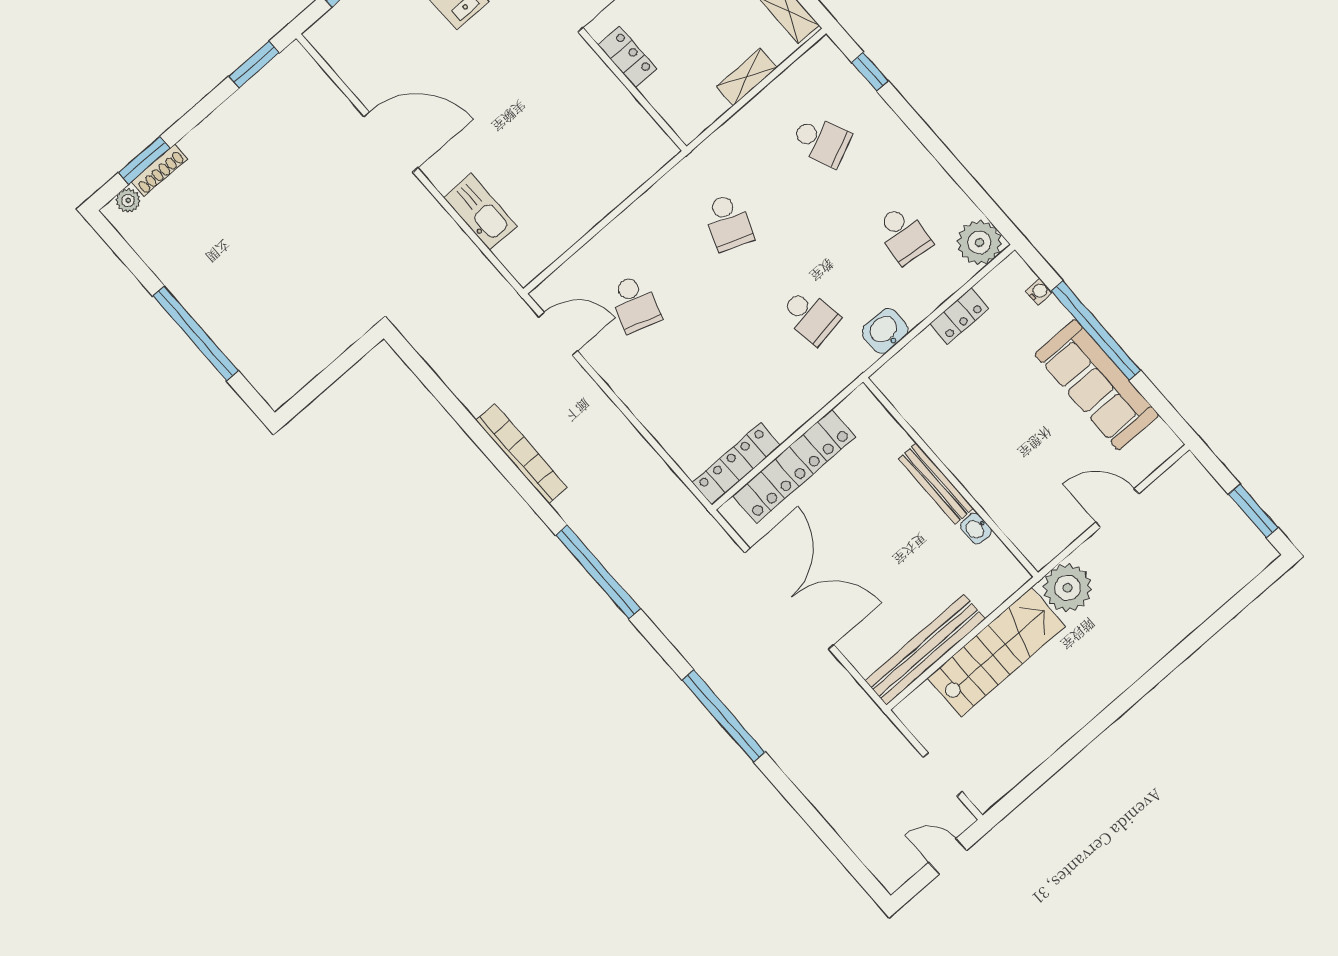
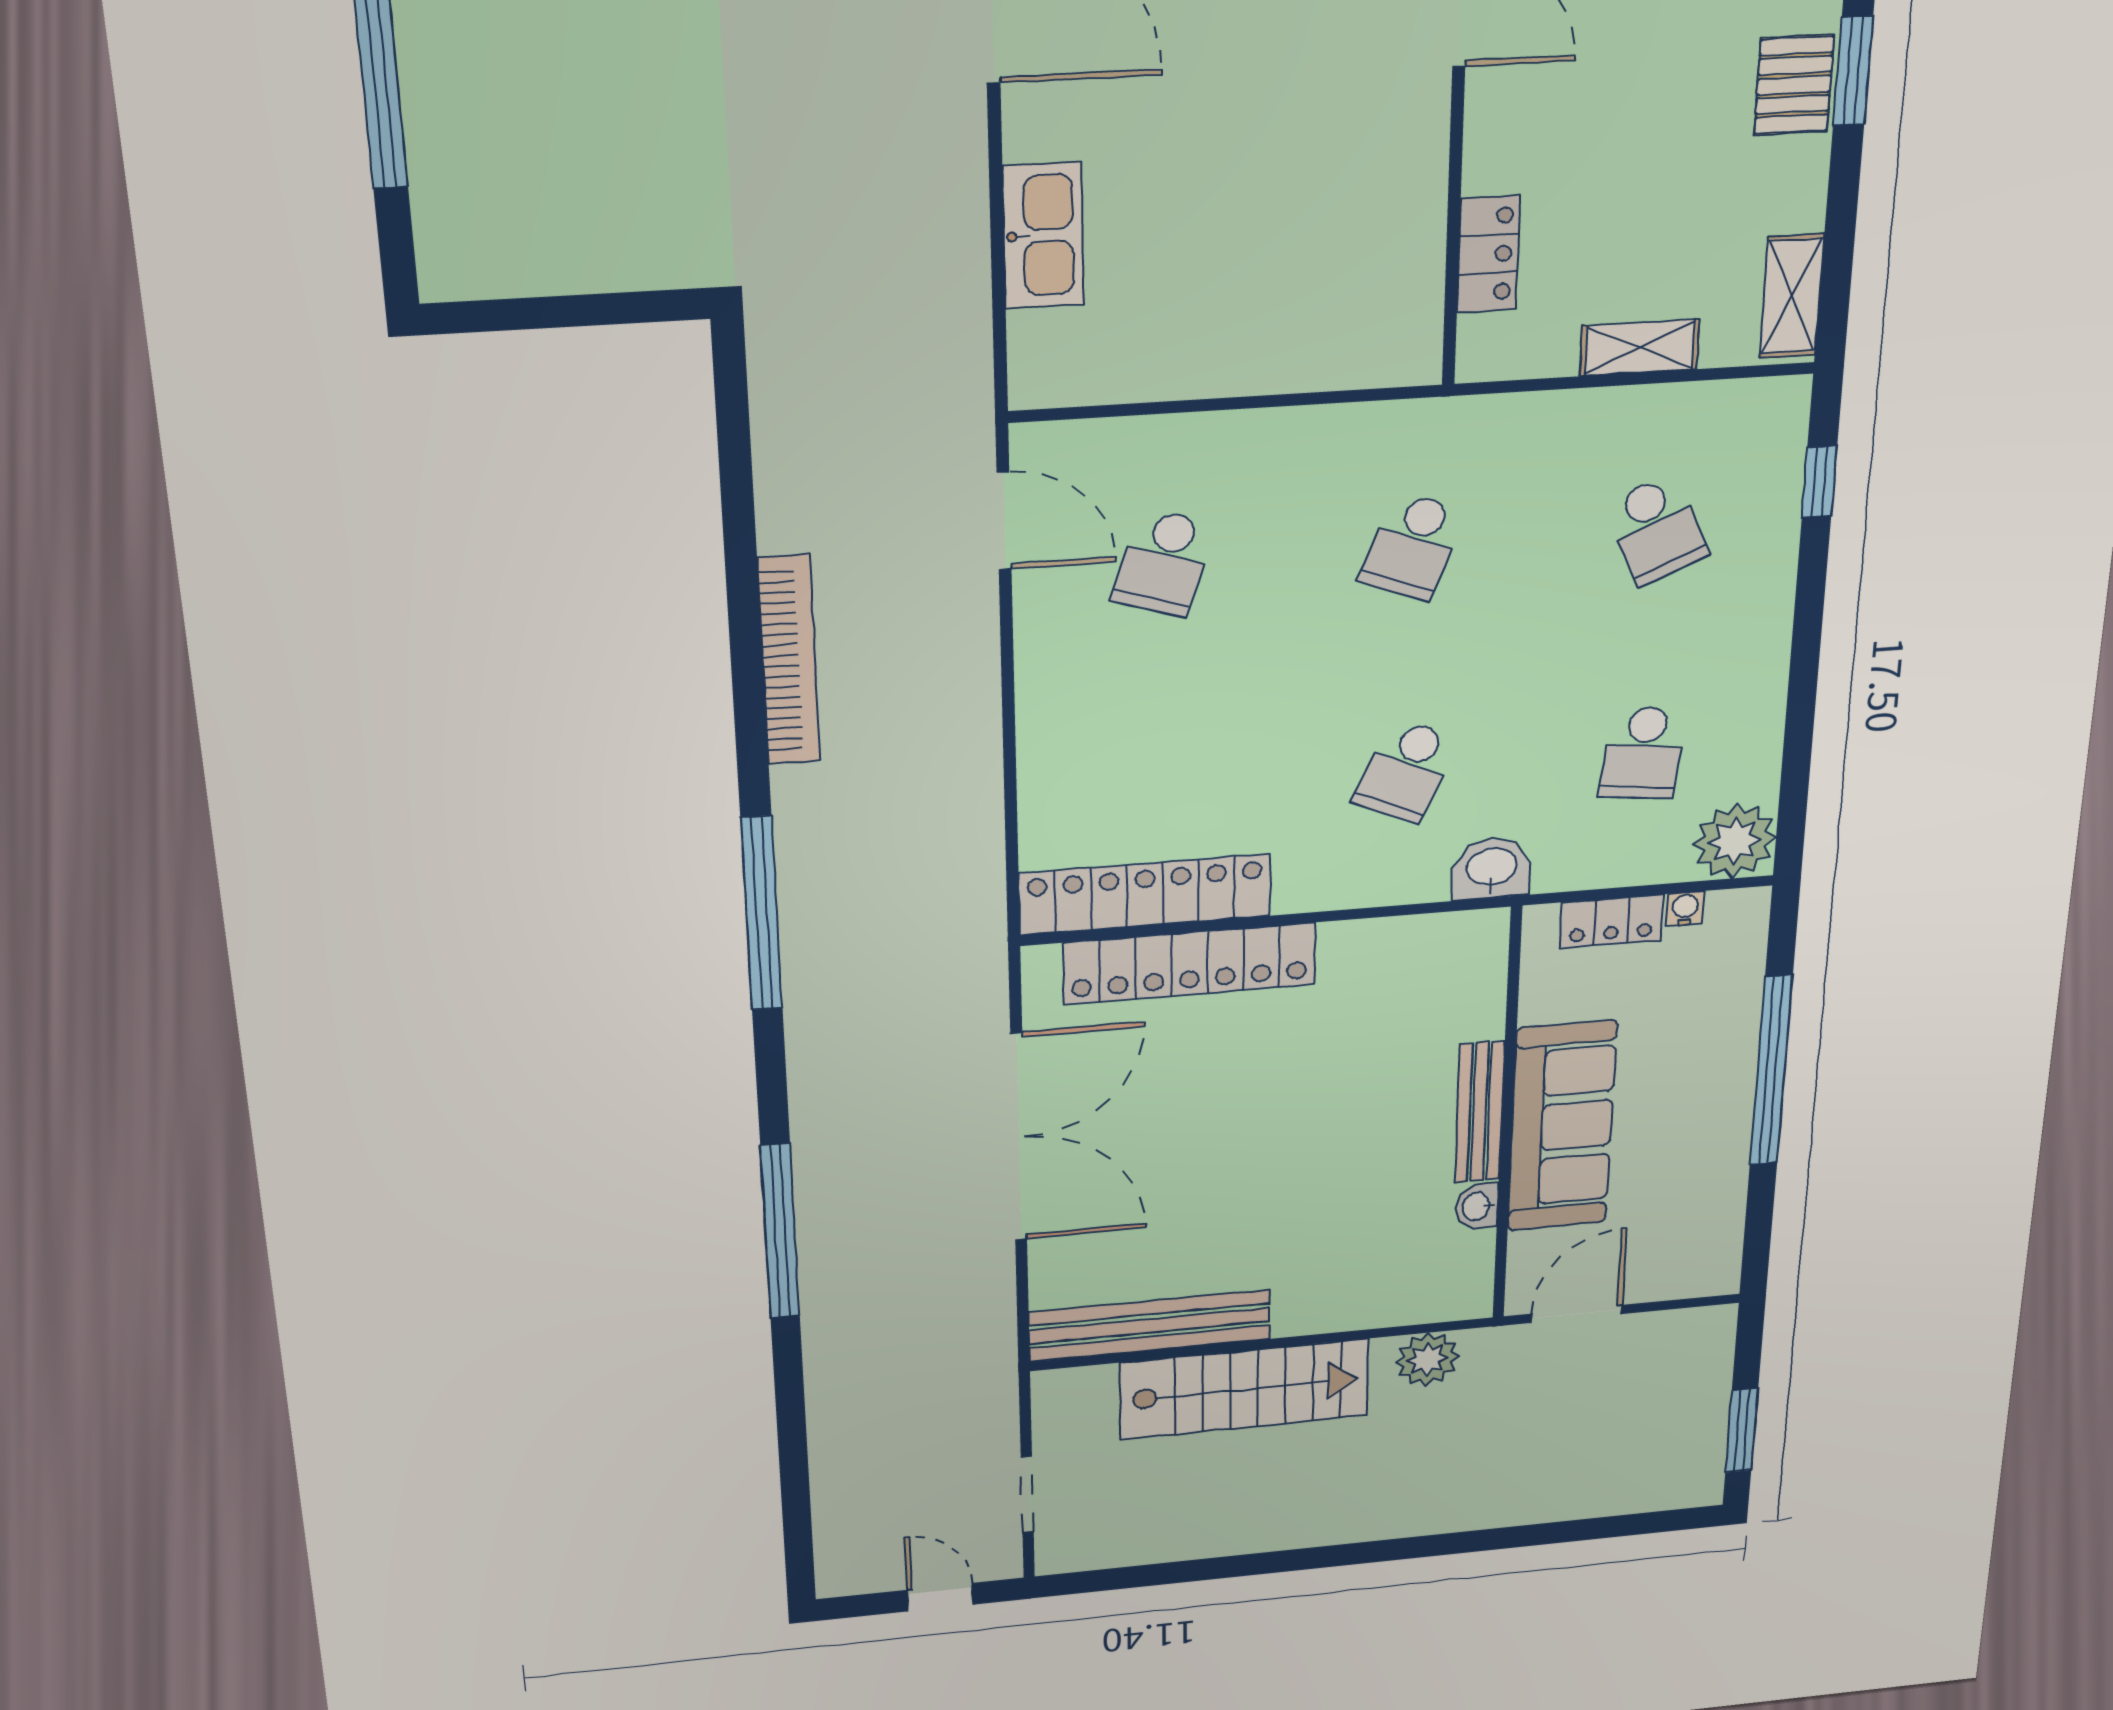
locker: (628, 57) -> (1488, 254), moved
water cooler: (1039, 292) -> (1685, 909), moved, turned -90
school desk: (810, 316) -> (1406, 771), turned 33
sofa: (1097, 385) -> (1562, 1126), moved, turned 180
locker: (736, 464) -> (1145, 895), width x1.41, depth x1.21
wall: (951, 477) -> (1507, 1117), moved
bench: (936, 484) -> (1480, 1112), moved
door: (1117, 508) -> (1577, 1314), hinge flipped
washbasin: (976, 528) -> (1477, 1206), moved
plant: (1067, 588) -> (1427, 1359), width x0.73, depth x0.73

